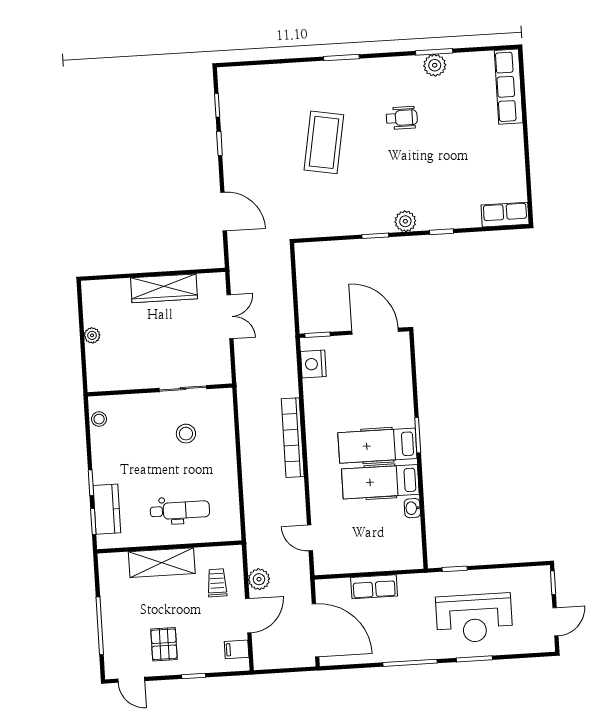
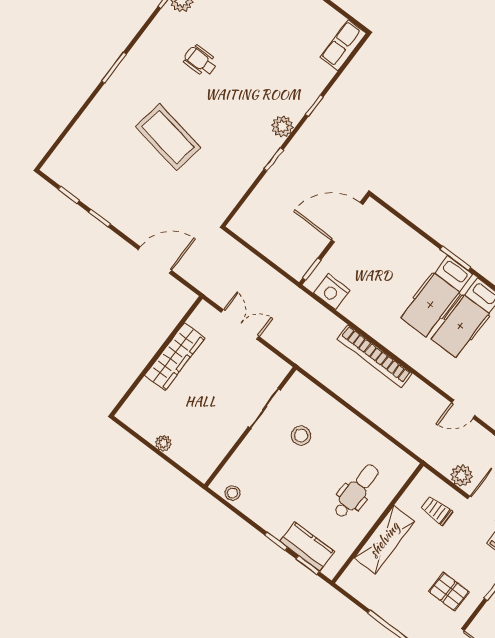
wheelchair: (402, 118) -> (200, 61), turned -90

